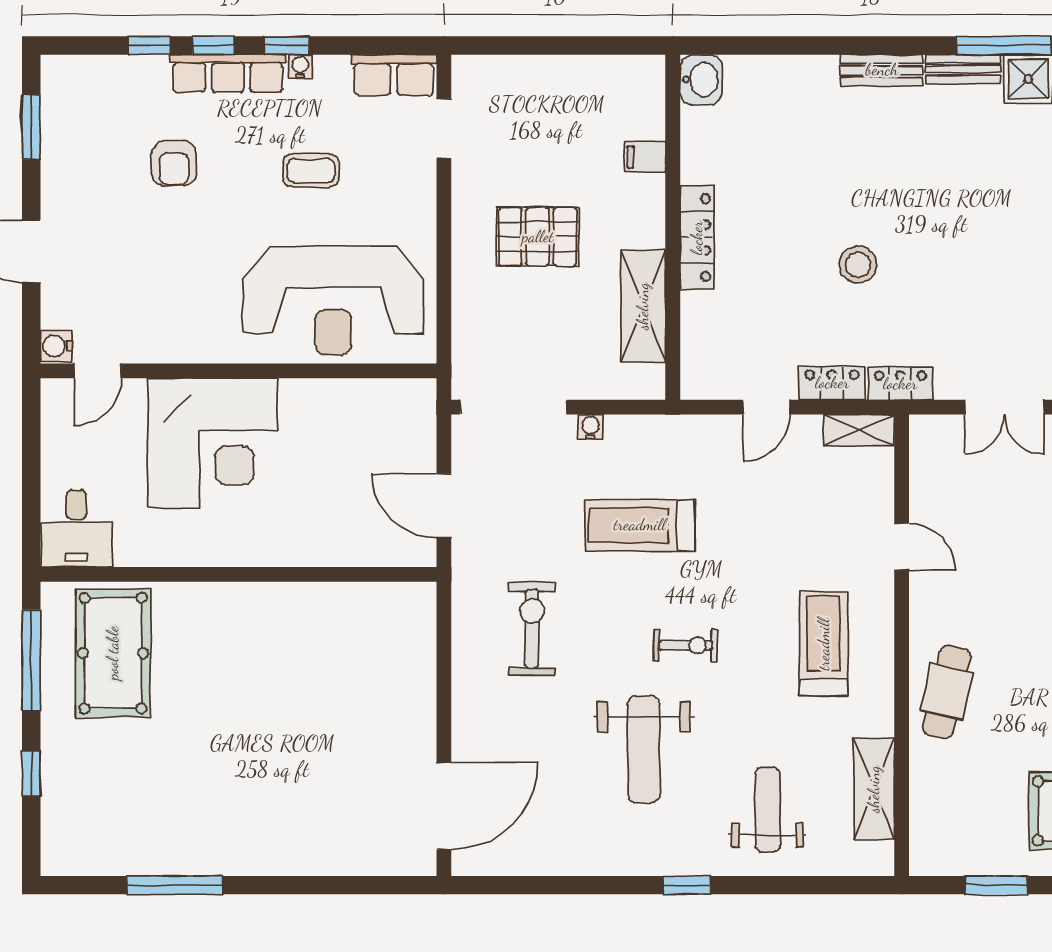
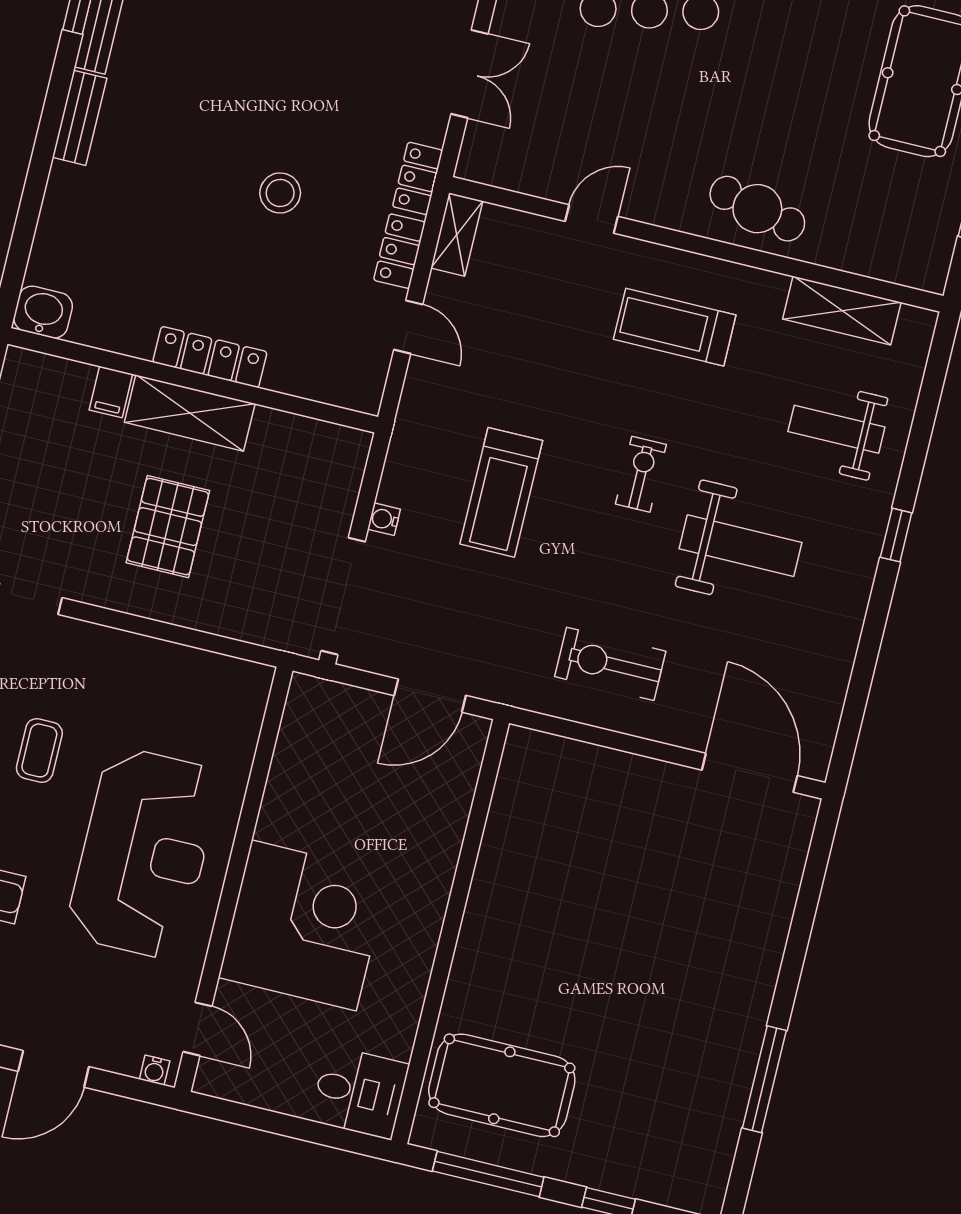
reception desk: (333, 301) -> (144, 853), moved
shelving: (643, 306) -> (190, 413), moved
water cooler: (56, 346) -> (155, 1070), width x0.72, depth x0.72
exercise bike: (532, 629) -> (610, 664), moved

